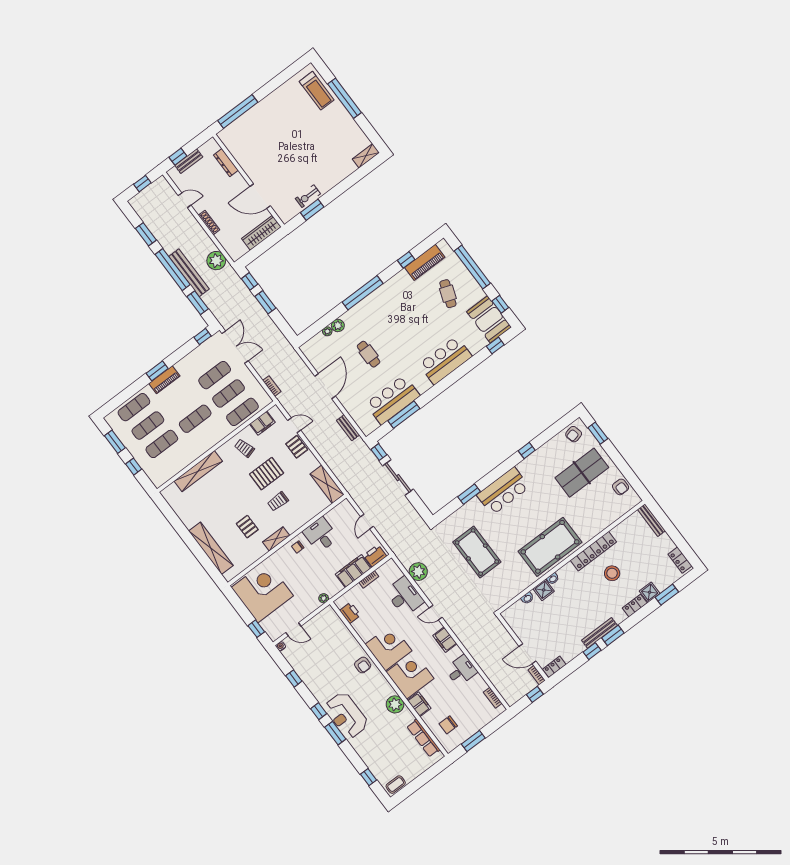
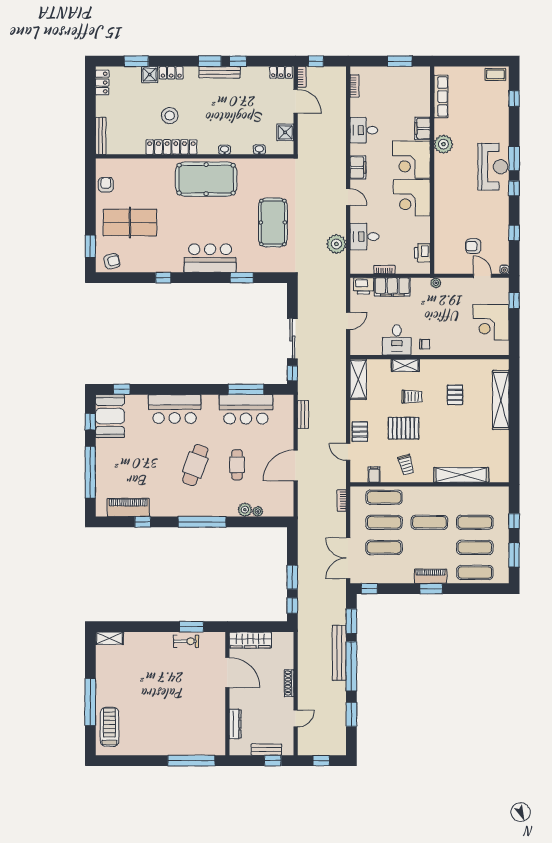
door: (185, 200) -> (296, 718), swing flipped
plant: (216, 261) -> (308, 646), removed
cafe table: (448, 294) -> (195, 465), moved, width x1.37, depth x1.35
filing cabinet: (262, 423) -> (374, 475), width x0.50
shelving: (276, 539) -> (405, 365), moved
shower: (544, 590) -> (285, 132), moved
corner desk: (262, 592) -> (491, 322), width x0.74, depth x0.74
desk: (405, 596) -> (364, 237), width x0.73
armchair: (363, 665) -> (473, 246), moved, turned -90
chair: (448, 725) -> (411, 92), removed

